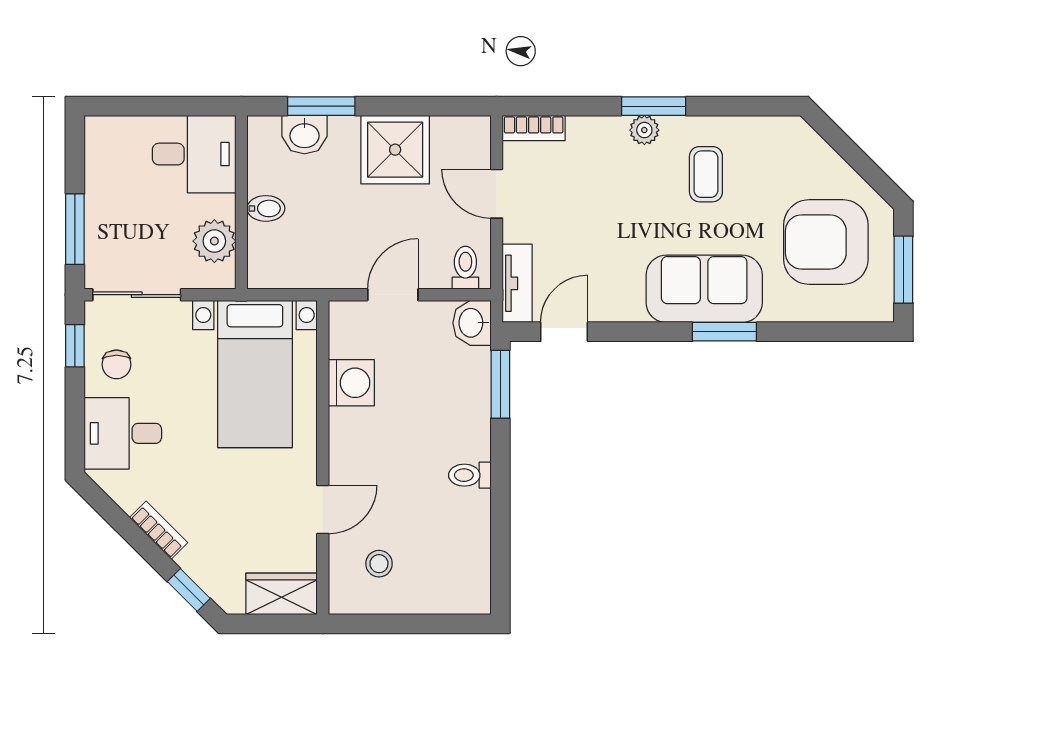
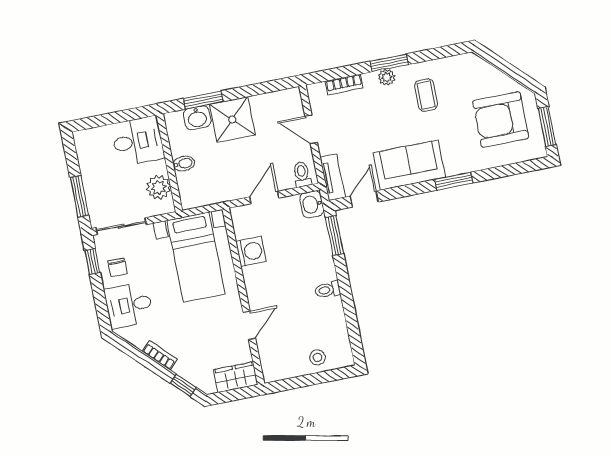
bookcase: (534, 128) -> (344, 85), moved
shower: (395, 150) -> (232, 120), moved
sofa: (704, 289) -> (409, 165), moved
stool: (379, 564) -> (317, 357), moved

